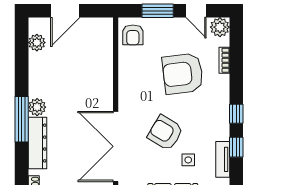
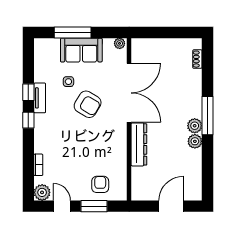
armchair: (133, 35) -> (100, 184), moved
plant: (37, 43) -> (195, 141), moved
armchair: (183, 74) -> (73, 154), removed
dresser: (38, 143) -> (139, 144), moved, turned 180
tv unit: (223, 159) -> (40, 98), moved

